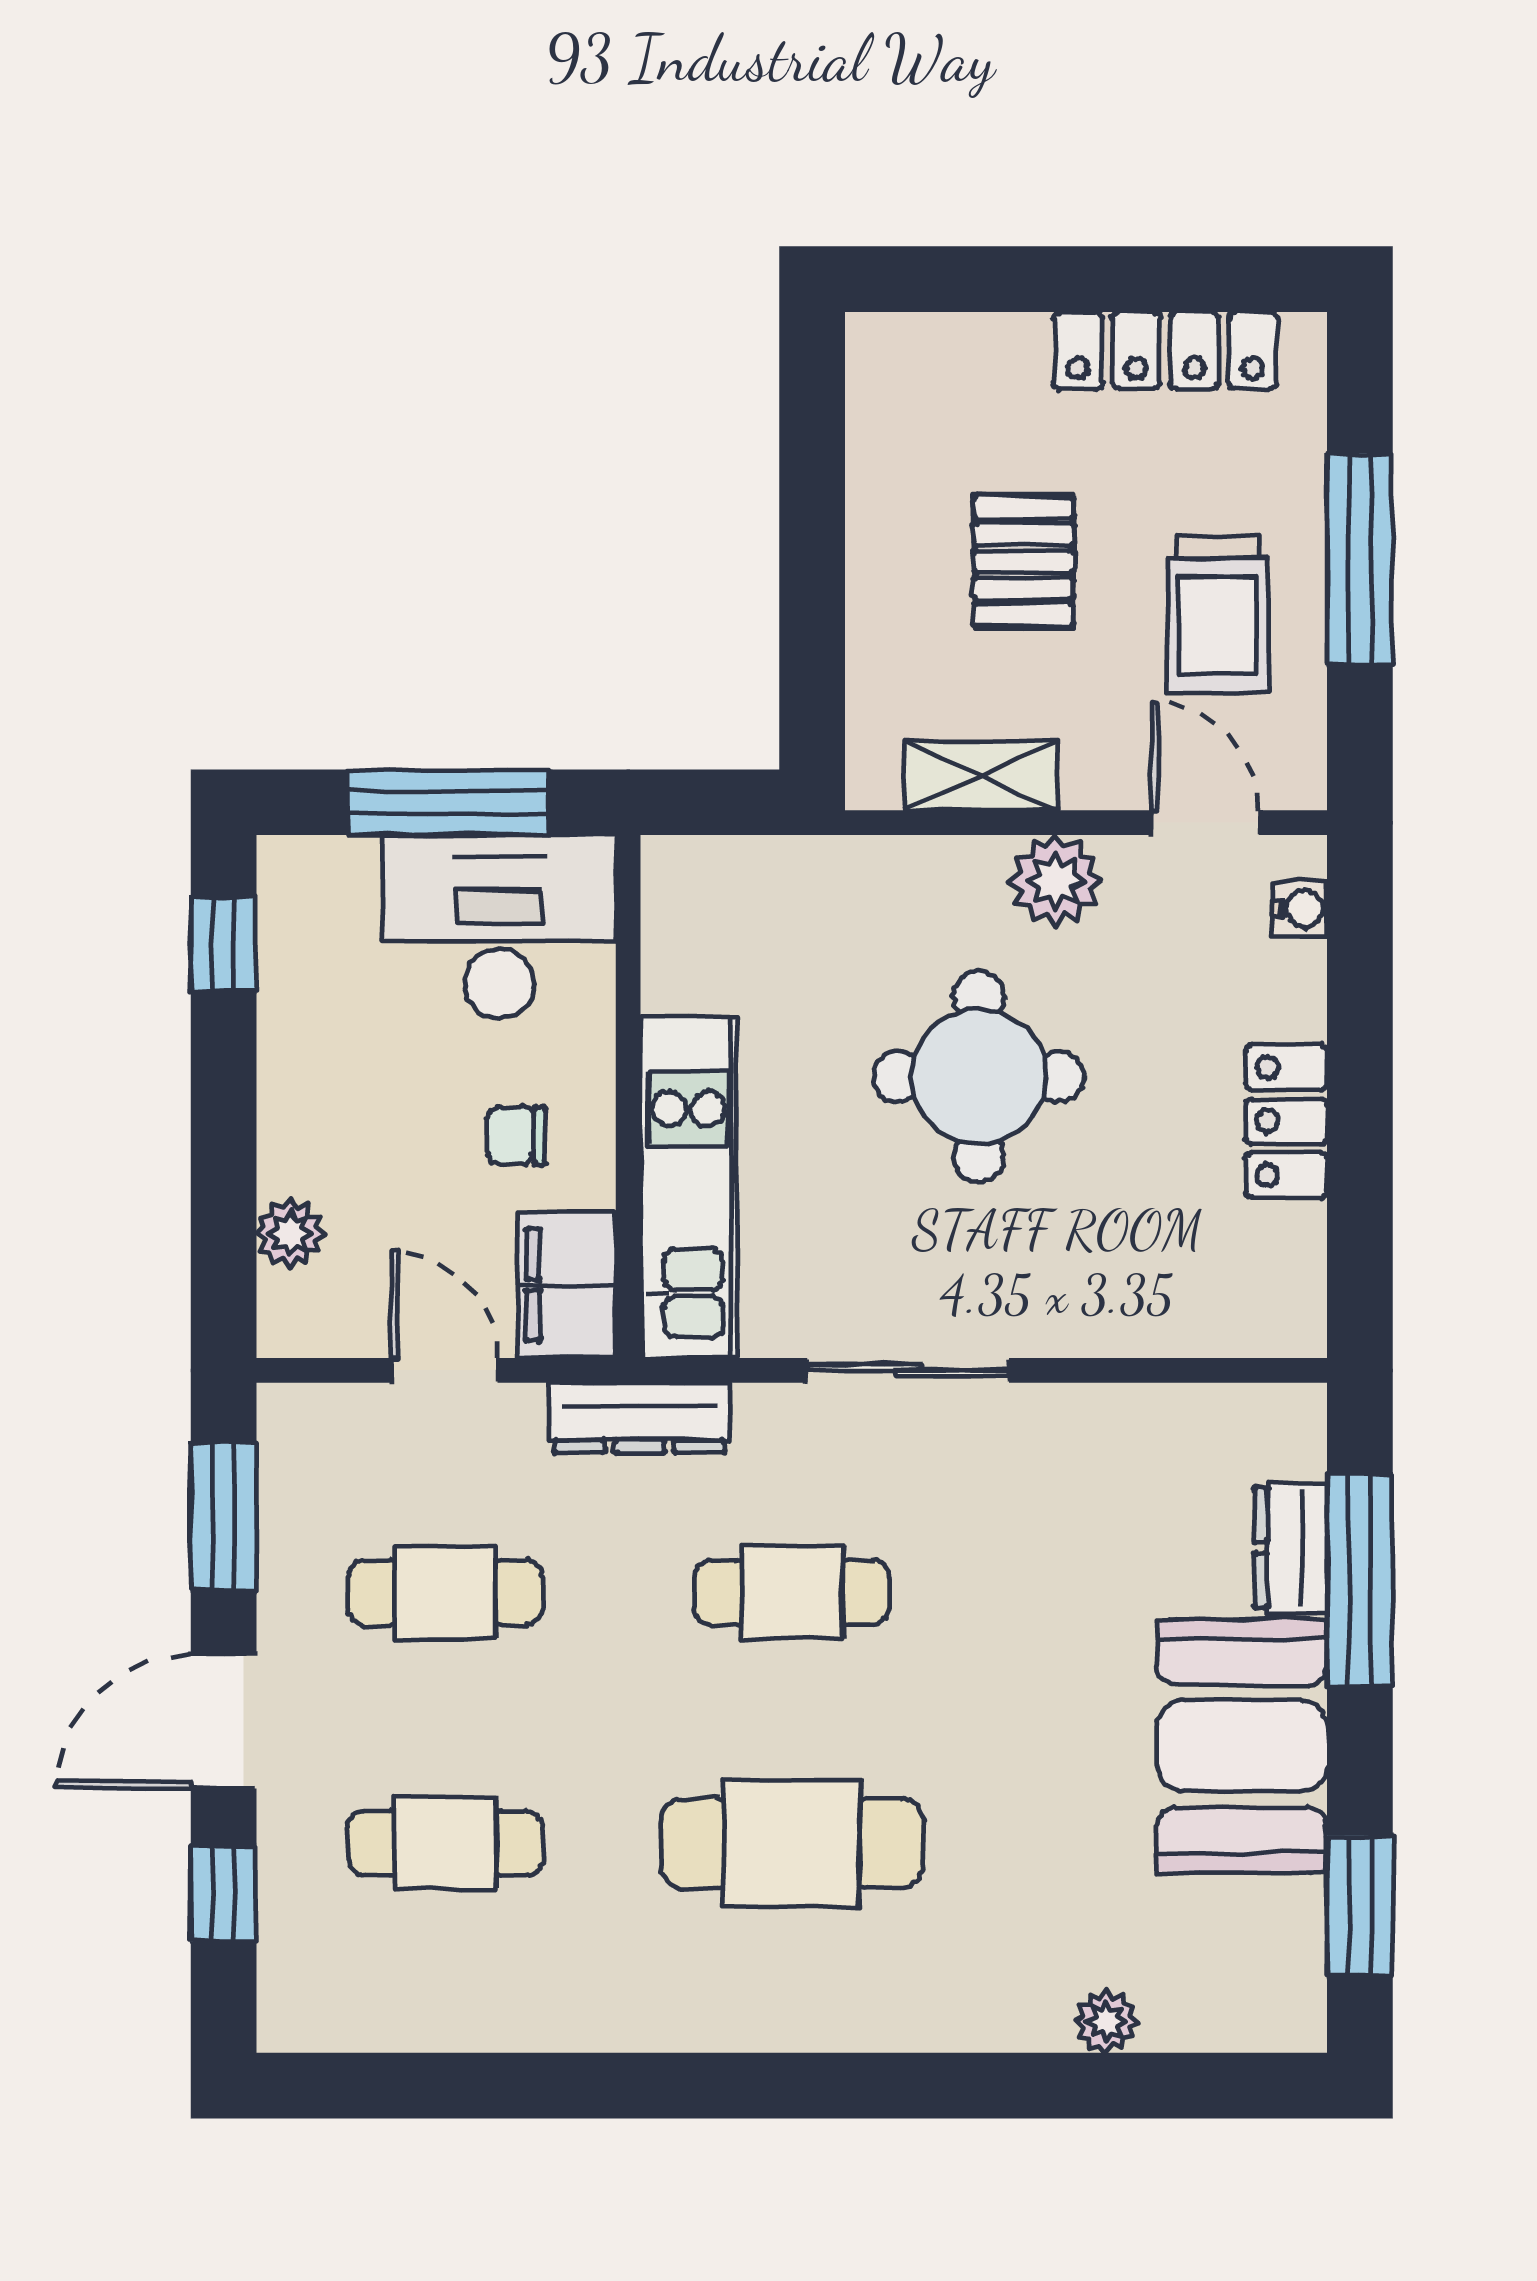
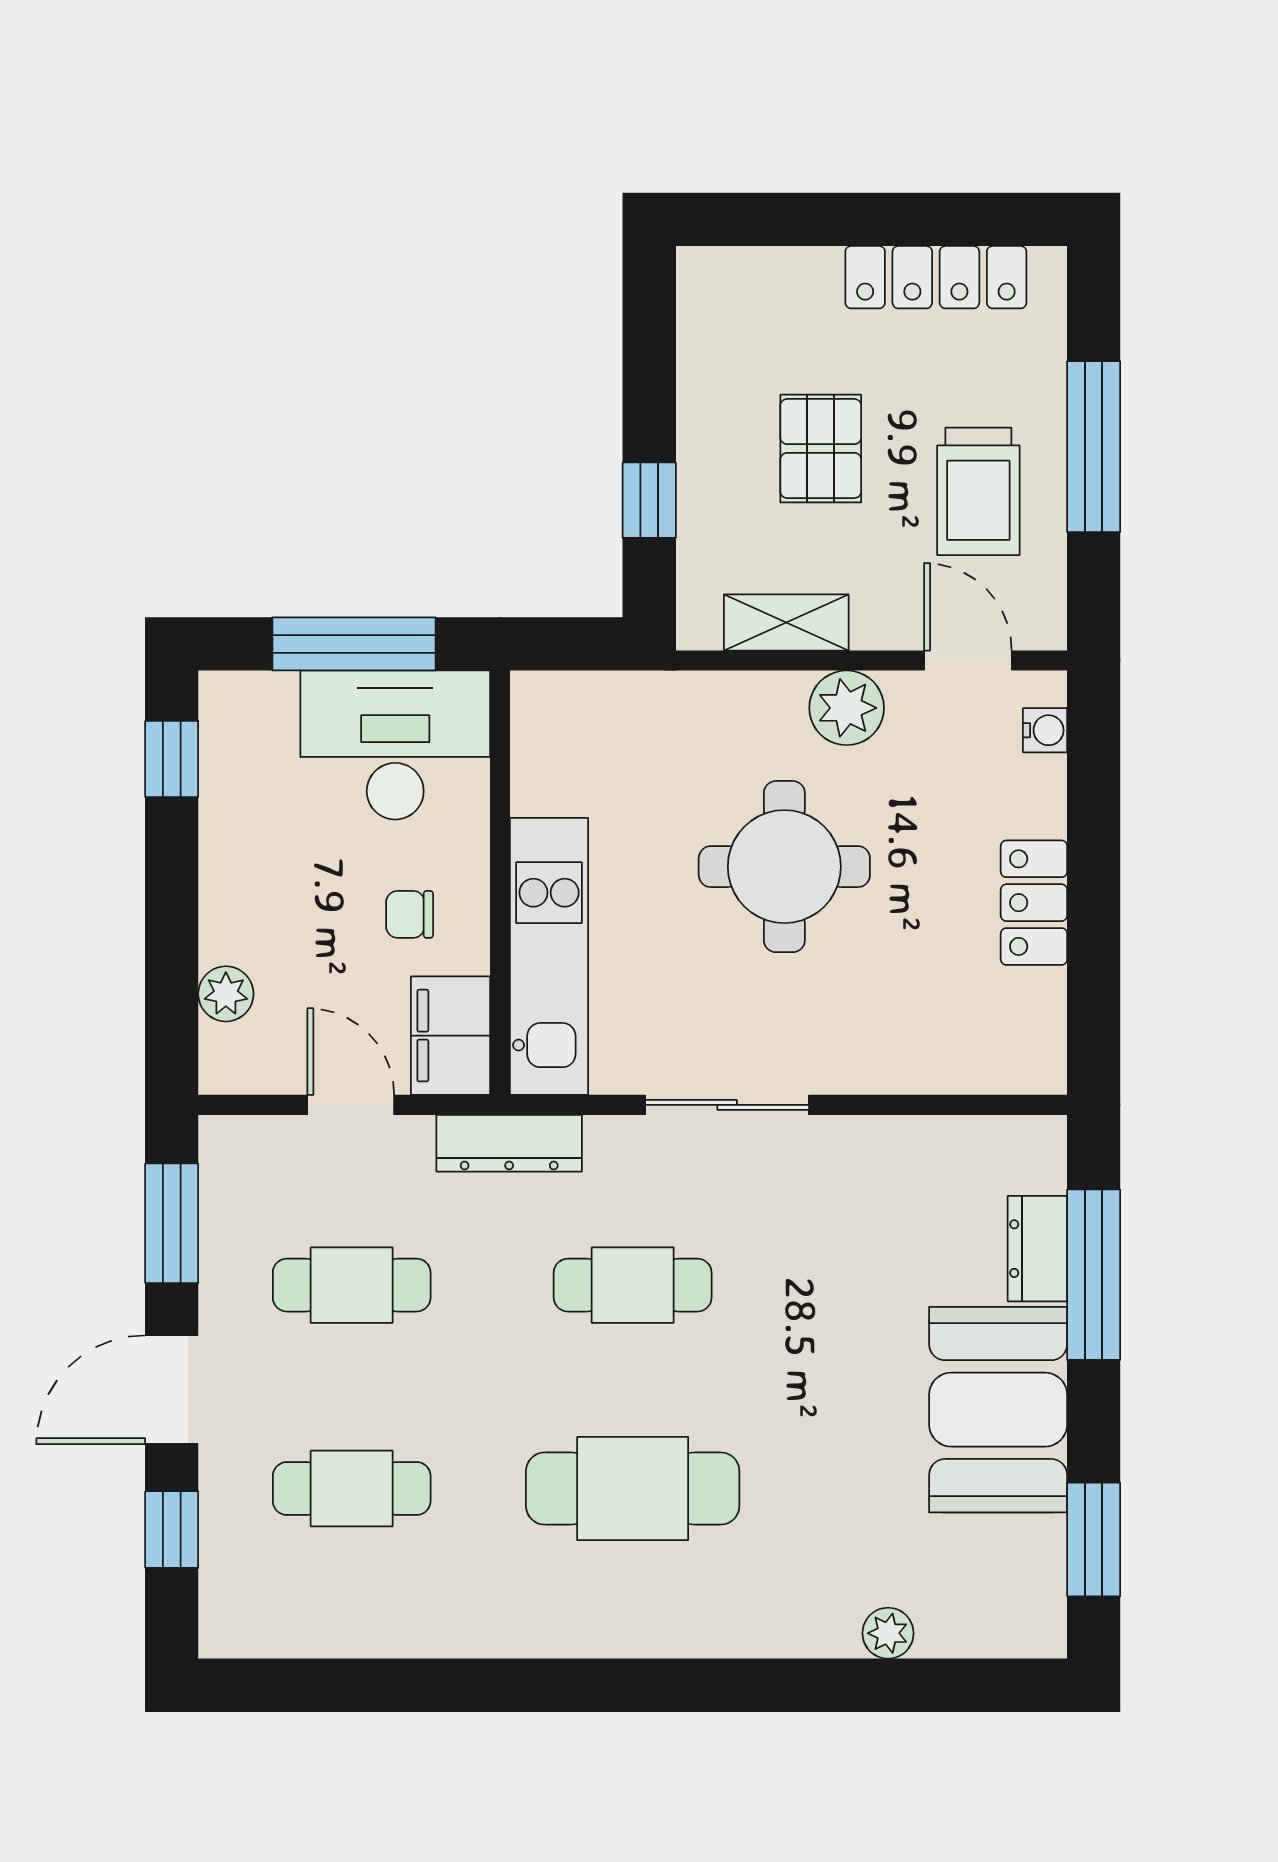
window: (812, 625) -> (649, 500), added

